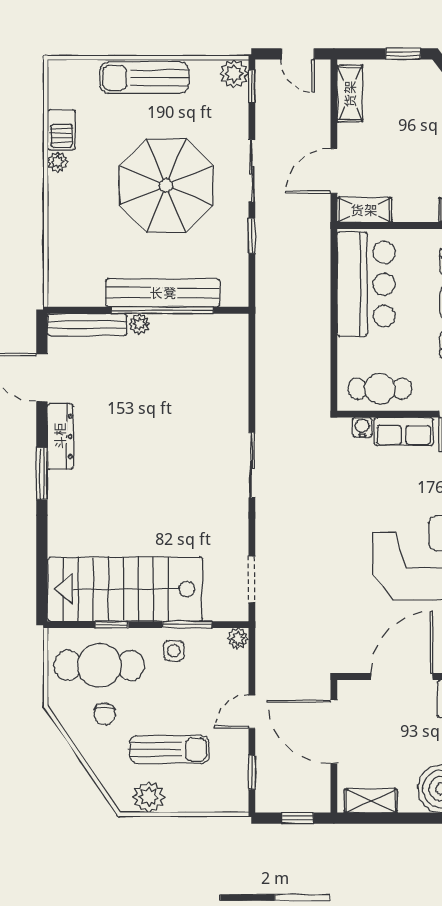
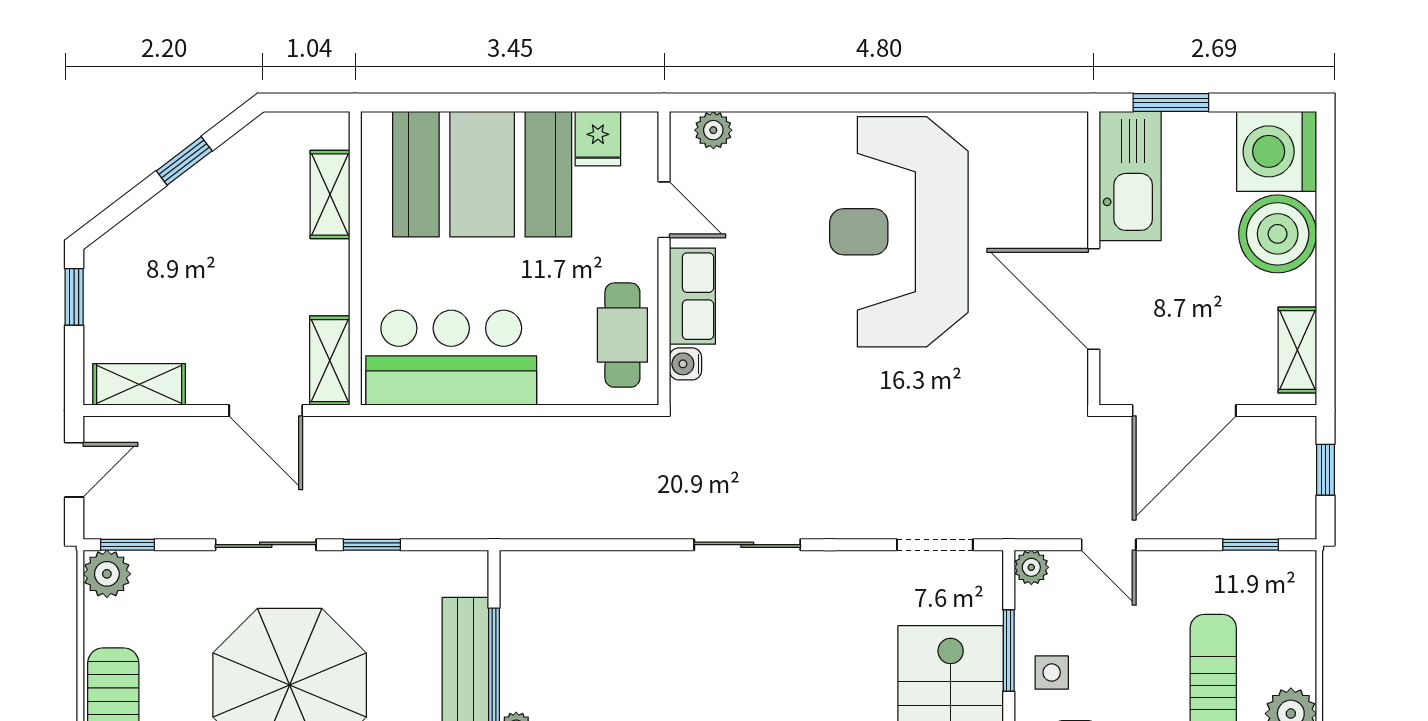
door: (252, 712) -> (1109, 545), moved

